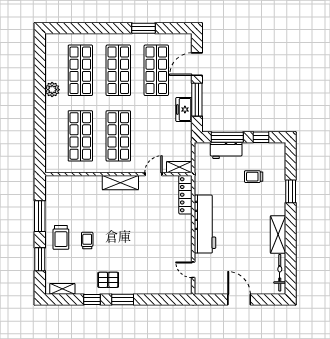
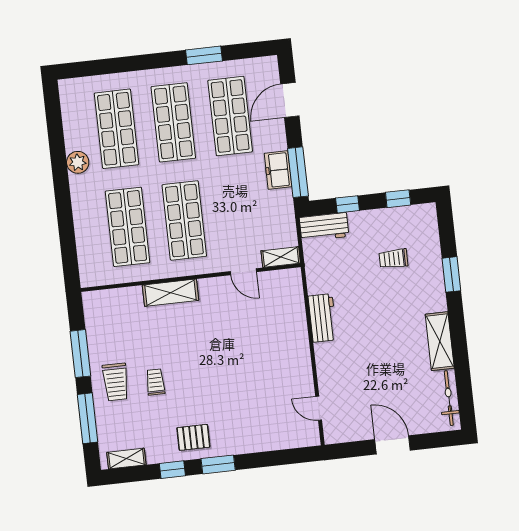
window: (197, 100) -> (298, 172), moved
window: (227, 137) -> (348, 204), width x0.46
workbench: (226, 151) -> (324, 227), moved
door: (153, 174) -> (243, 272), swing flipped
shelving: (120, 183) -> (170, 293), moved
locker: (185, 195) -> (295, 297), removed
workbench: (205, 224) -> (323, 318), width x0.53, depth x0.76
window: (40, 259) -> (88, 418), width x1.44

